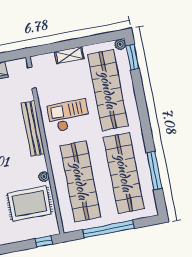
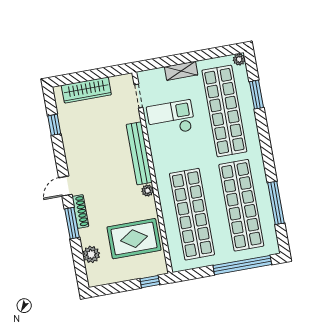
window: (132, 57) -> (256, 95), moved
checkout: (69, 116) -> (171, 118), moved
plant: (44, 177) -> (148, 191), moved
window: (108, 229) -> (242, 265), moved

